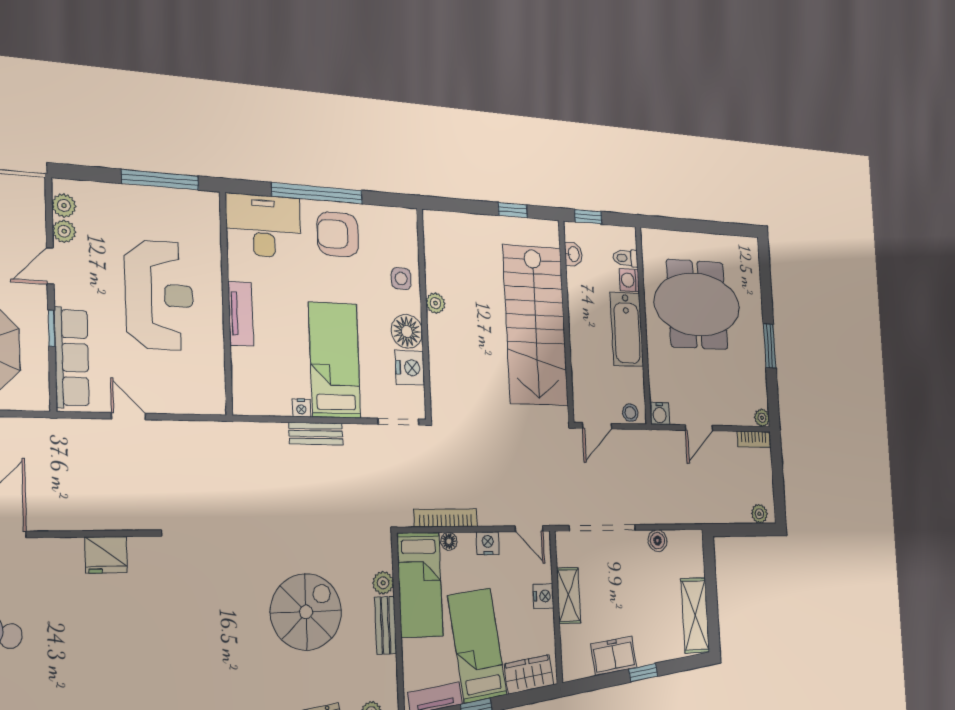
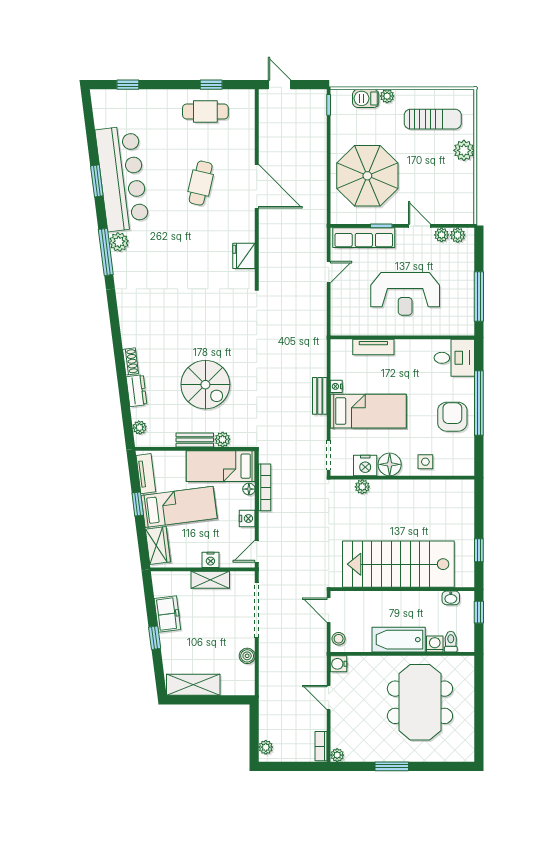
desk: (264, 226) -> (454, 358), width x0.73
plant: (436, 303) -> (362, 487), moved
tv unit: (241, 314) -> (373, 347), moved

